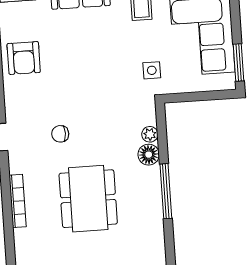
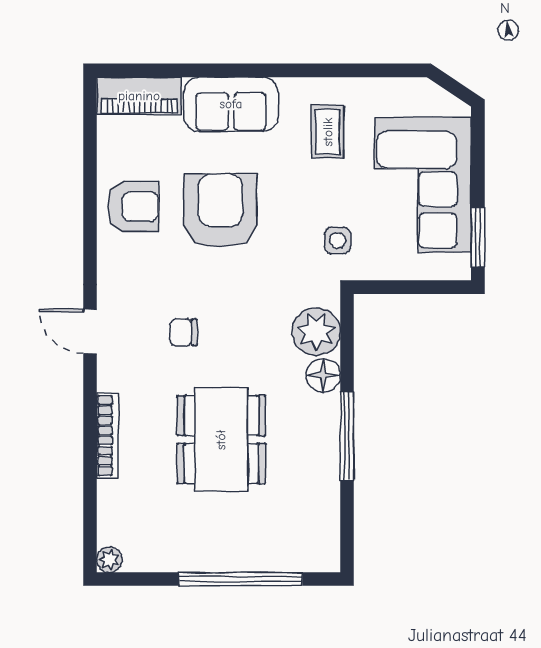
armchair: (78, 57) -> (220, 211), added
armchair: (24, 58) -> (133, 206), turned -90
plant: (150, 134) -> (316, 332), width x1.87, depth x1.87

